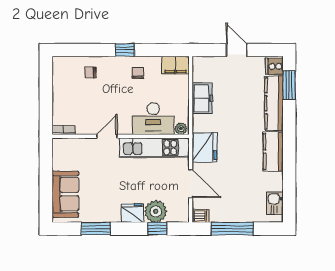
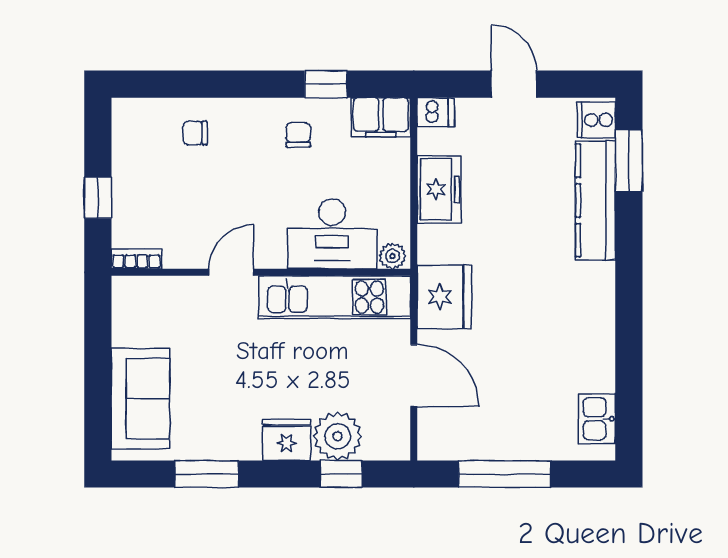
window: (125, 50) -> (326, 84), moved
window: (46, 102) -> (98, 198), added
kitchen counter: (273, 152) -> (594, 306), removed
dishwasher: (201, 216) -> (436, 112), moved

